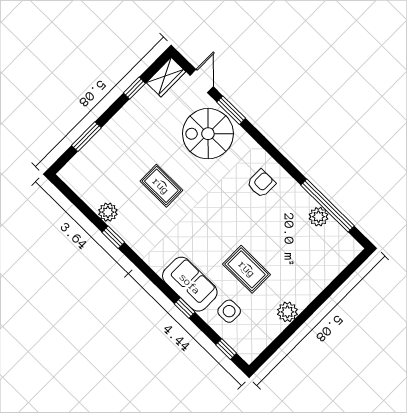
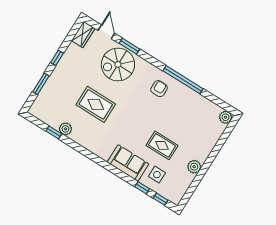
window: (134, 88) -> (57, 58), moved
rug: (161, 186) -> (96, 104), width x1.36, depth x1.43
window: (327, 206) -> (183, 80), moved
plant: (319, 217) -> (225, 117), moved
window: (113, 237) -> (54, 132), moved
window: (185, 308) -> (142, 188), moved

